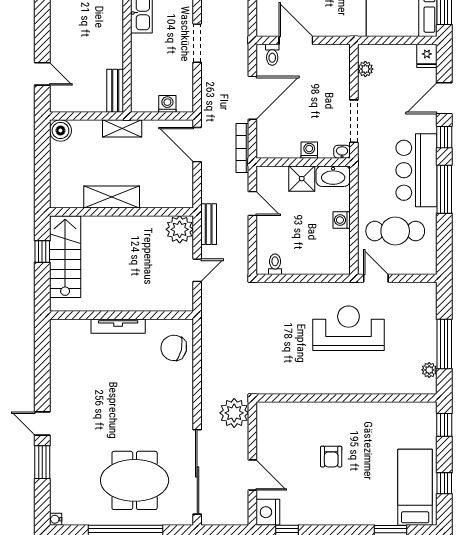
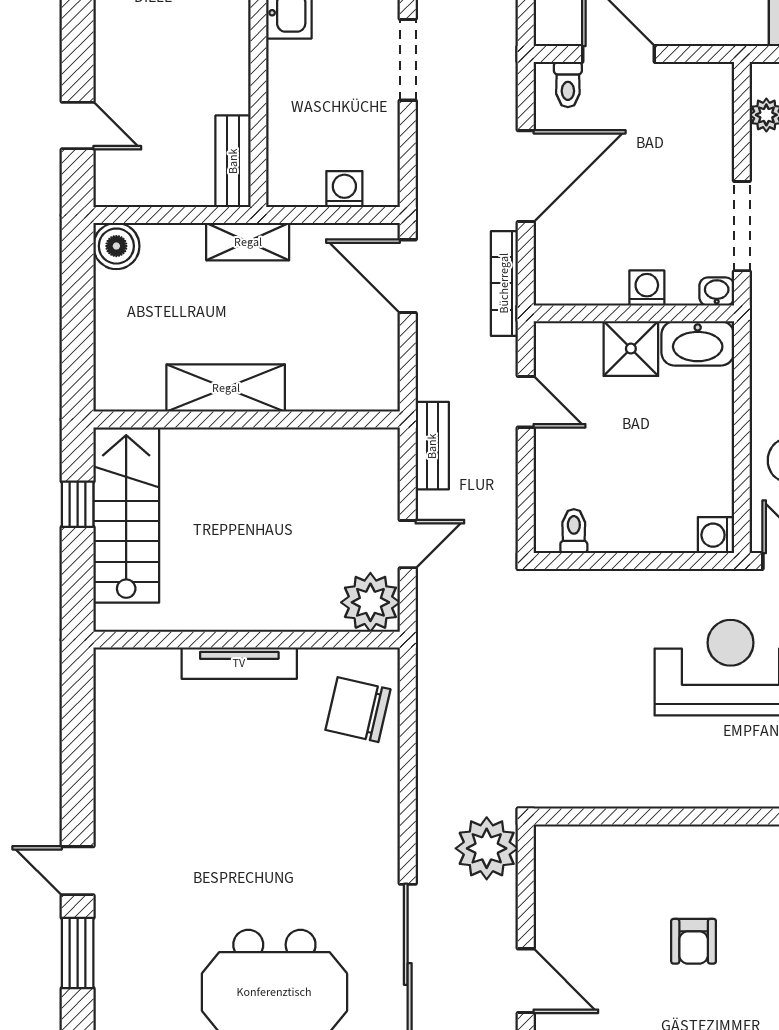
washing machine: (342, 220) -> (716, 535), moved
plant: (180, 229) -> (370, 602), moved

